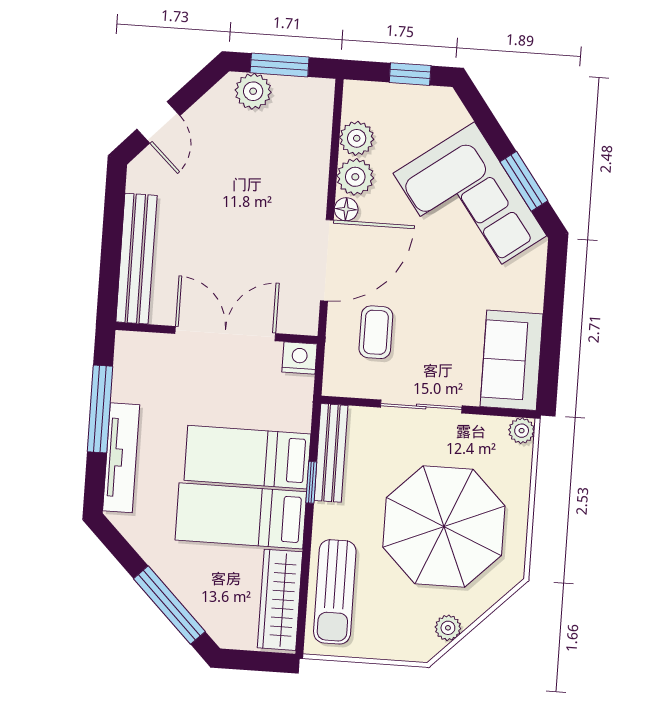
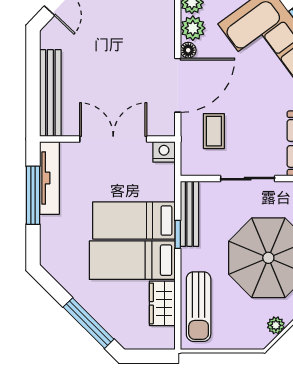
tv unit: (121, 458) -> (49, 178), moved
wardrobe: (280, 600) -> (162, 303), width x0.67

